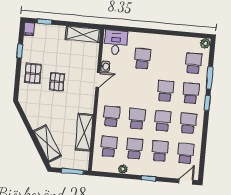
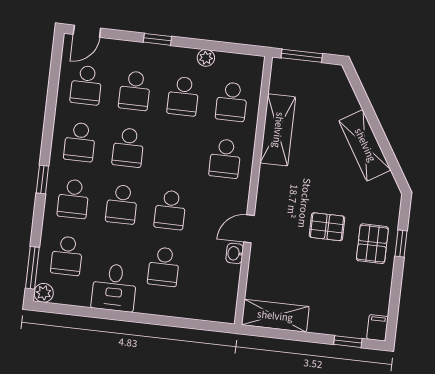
desk: (116, 42) -> (114, 287), moved
window: (20, 51) -> (401, 244), moved
window: (210, 78) -> (32, 268), moved
pallet: (57, 82) -> (327, 227), turned 90
school desk: (137, 119) -> (170, 210), moved
shelving: (47, 144) -> (365, 145), moved

